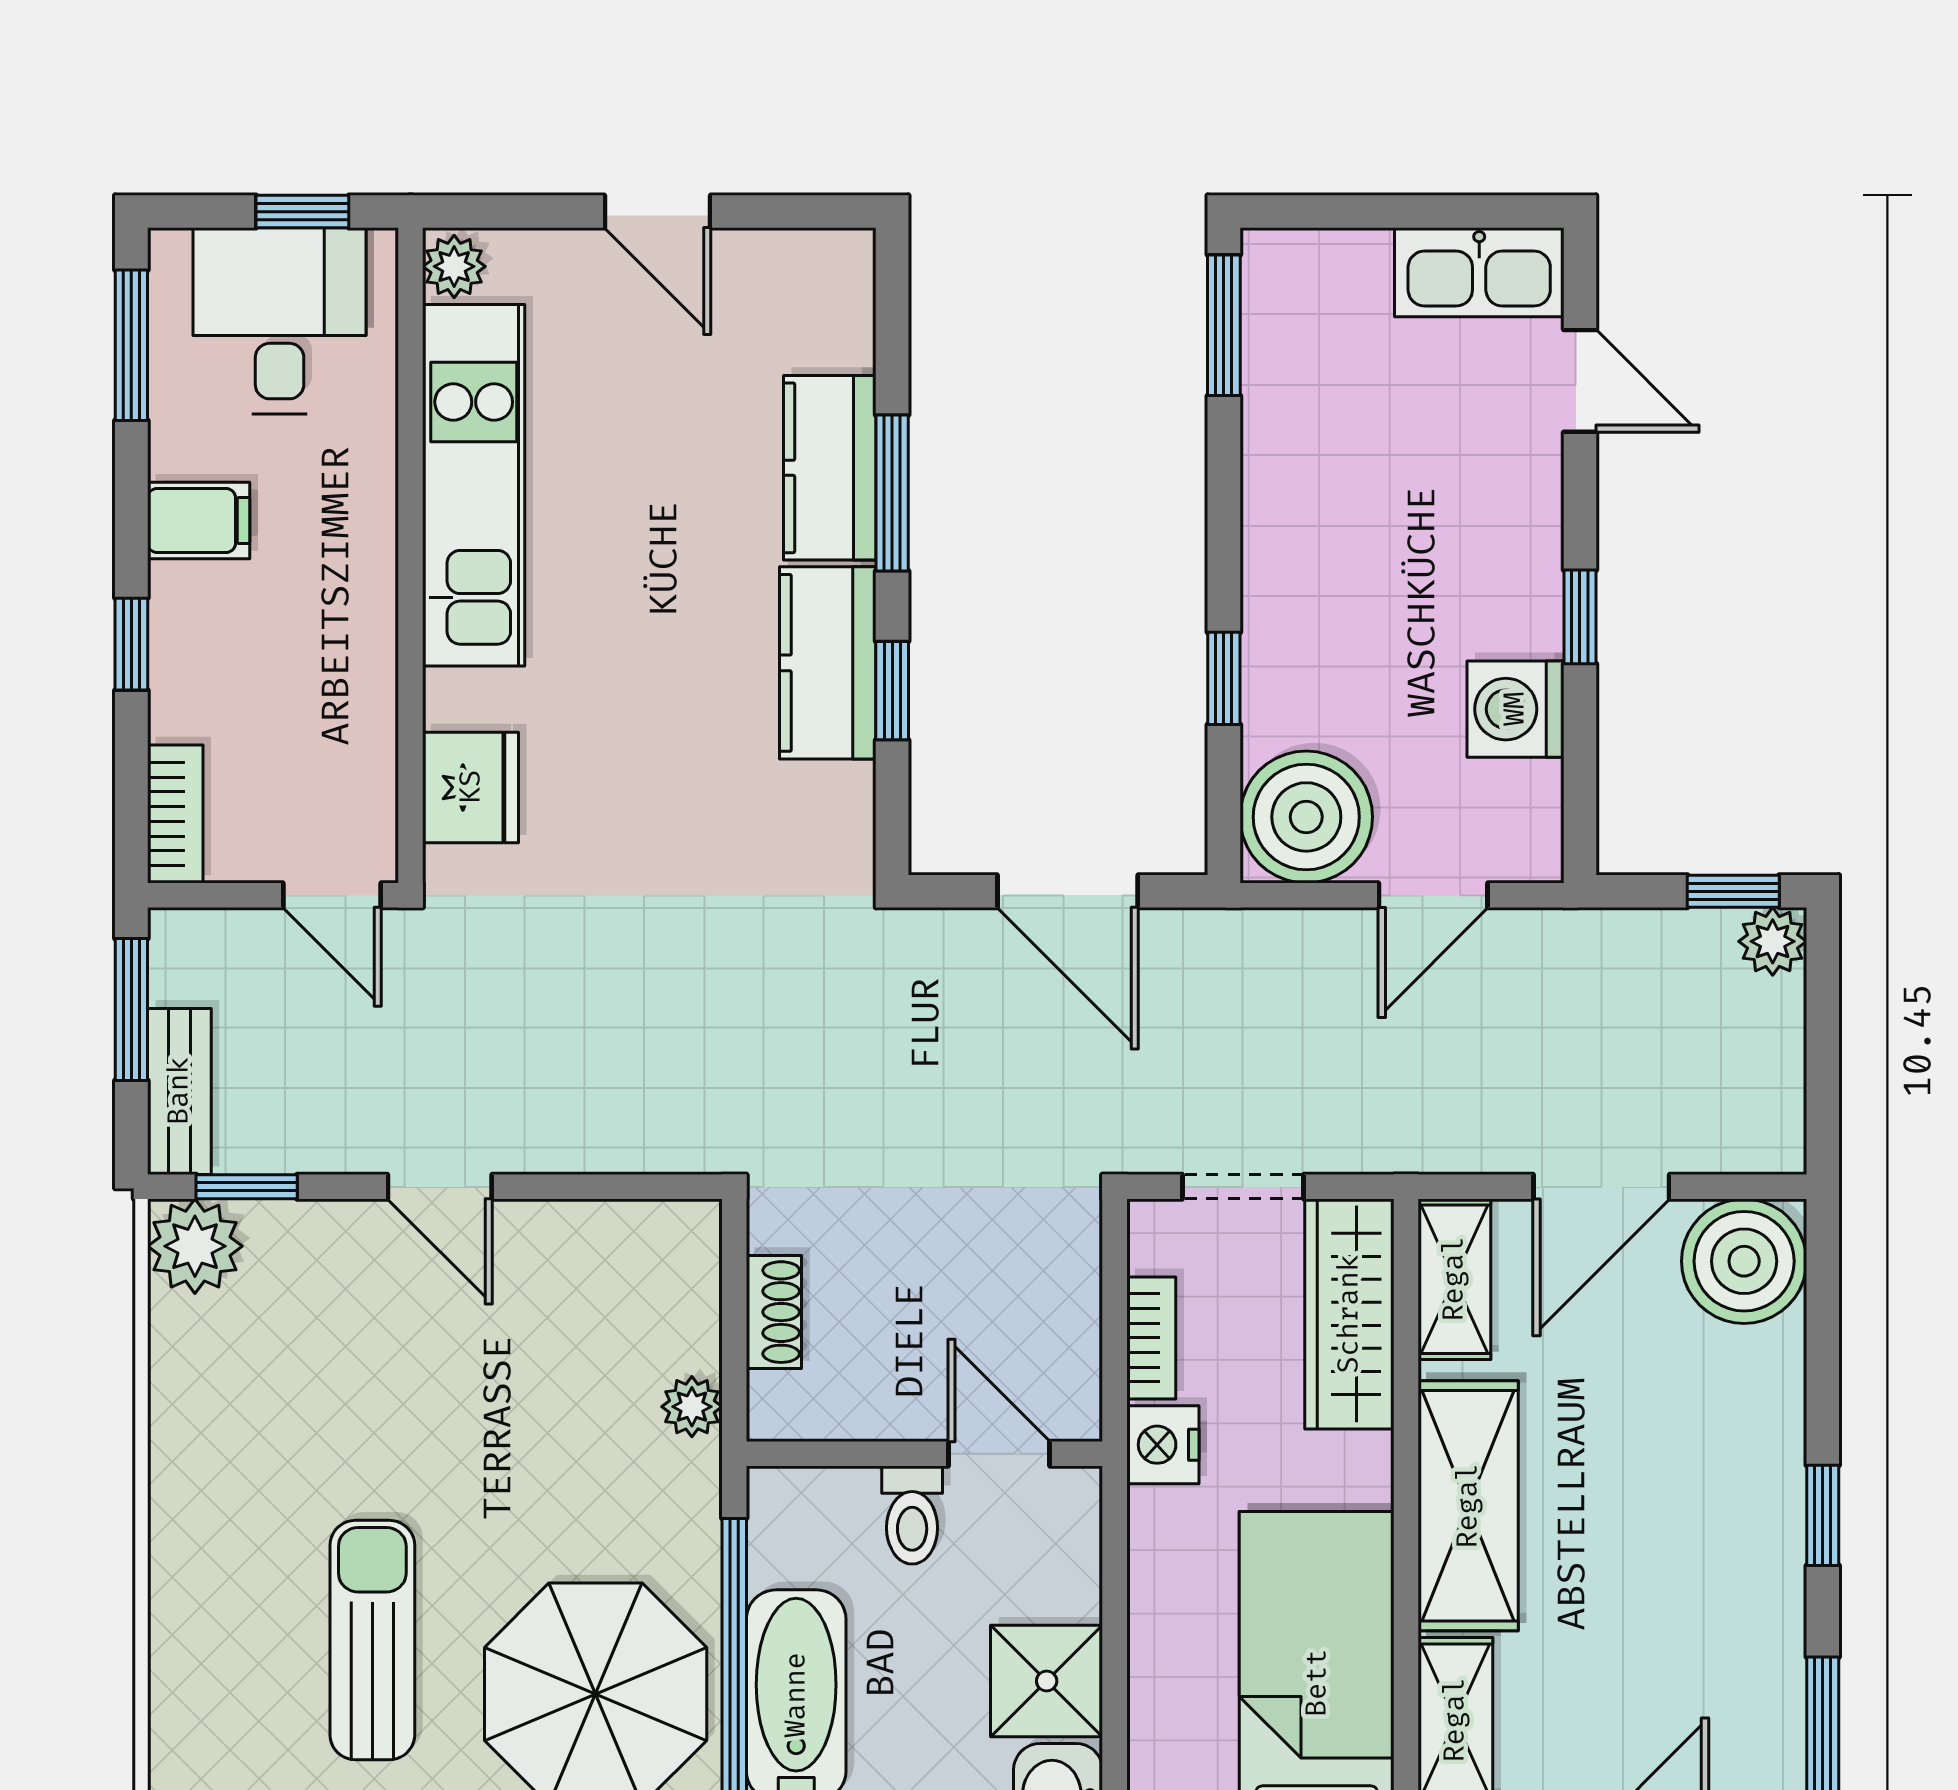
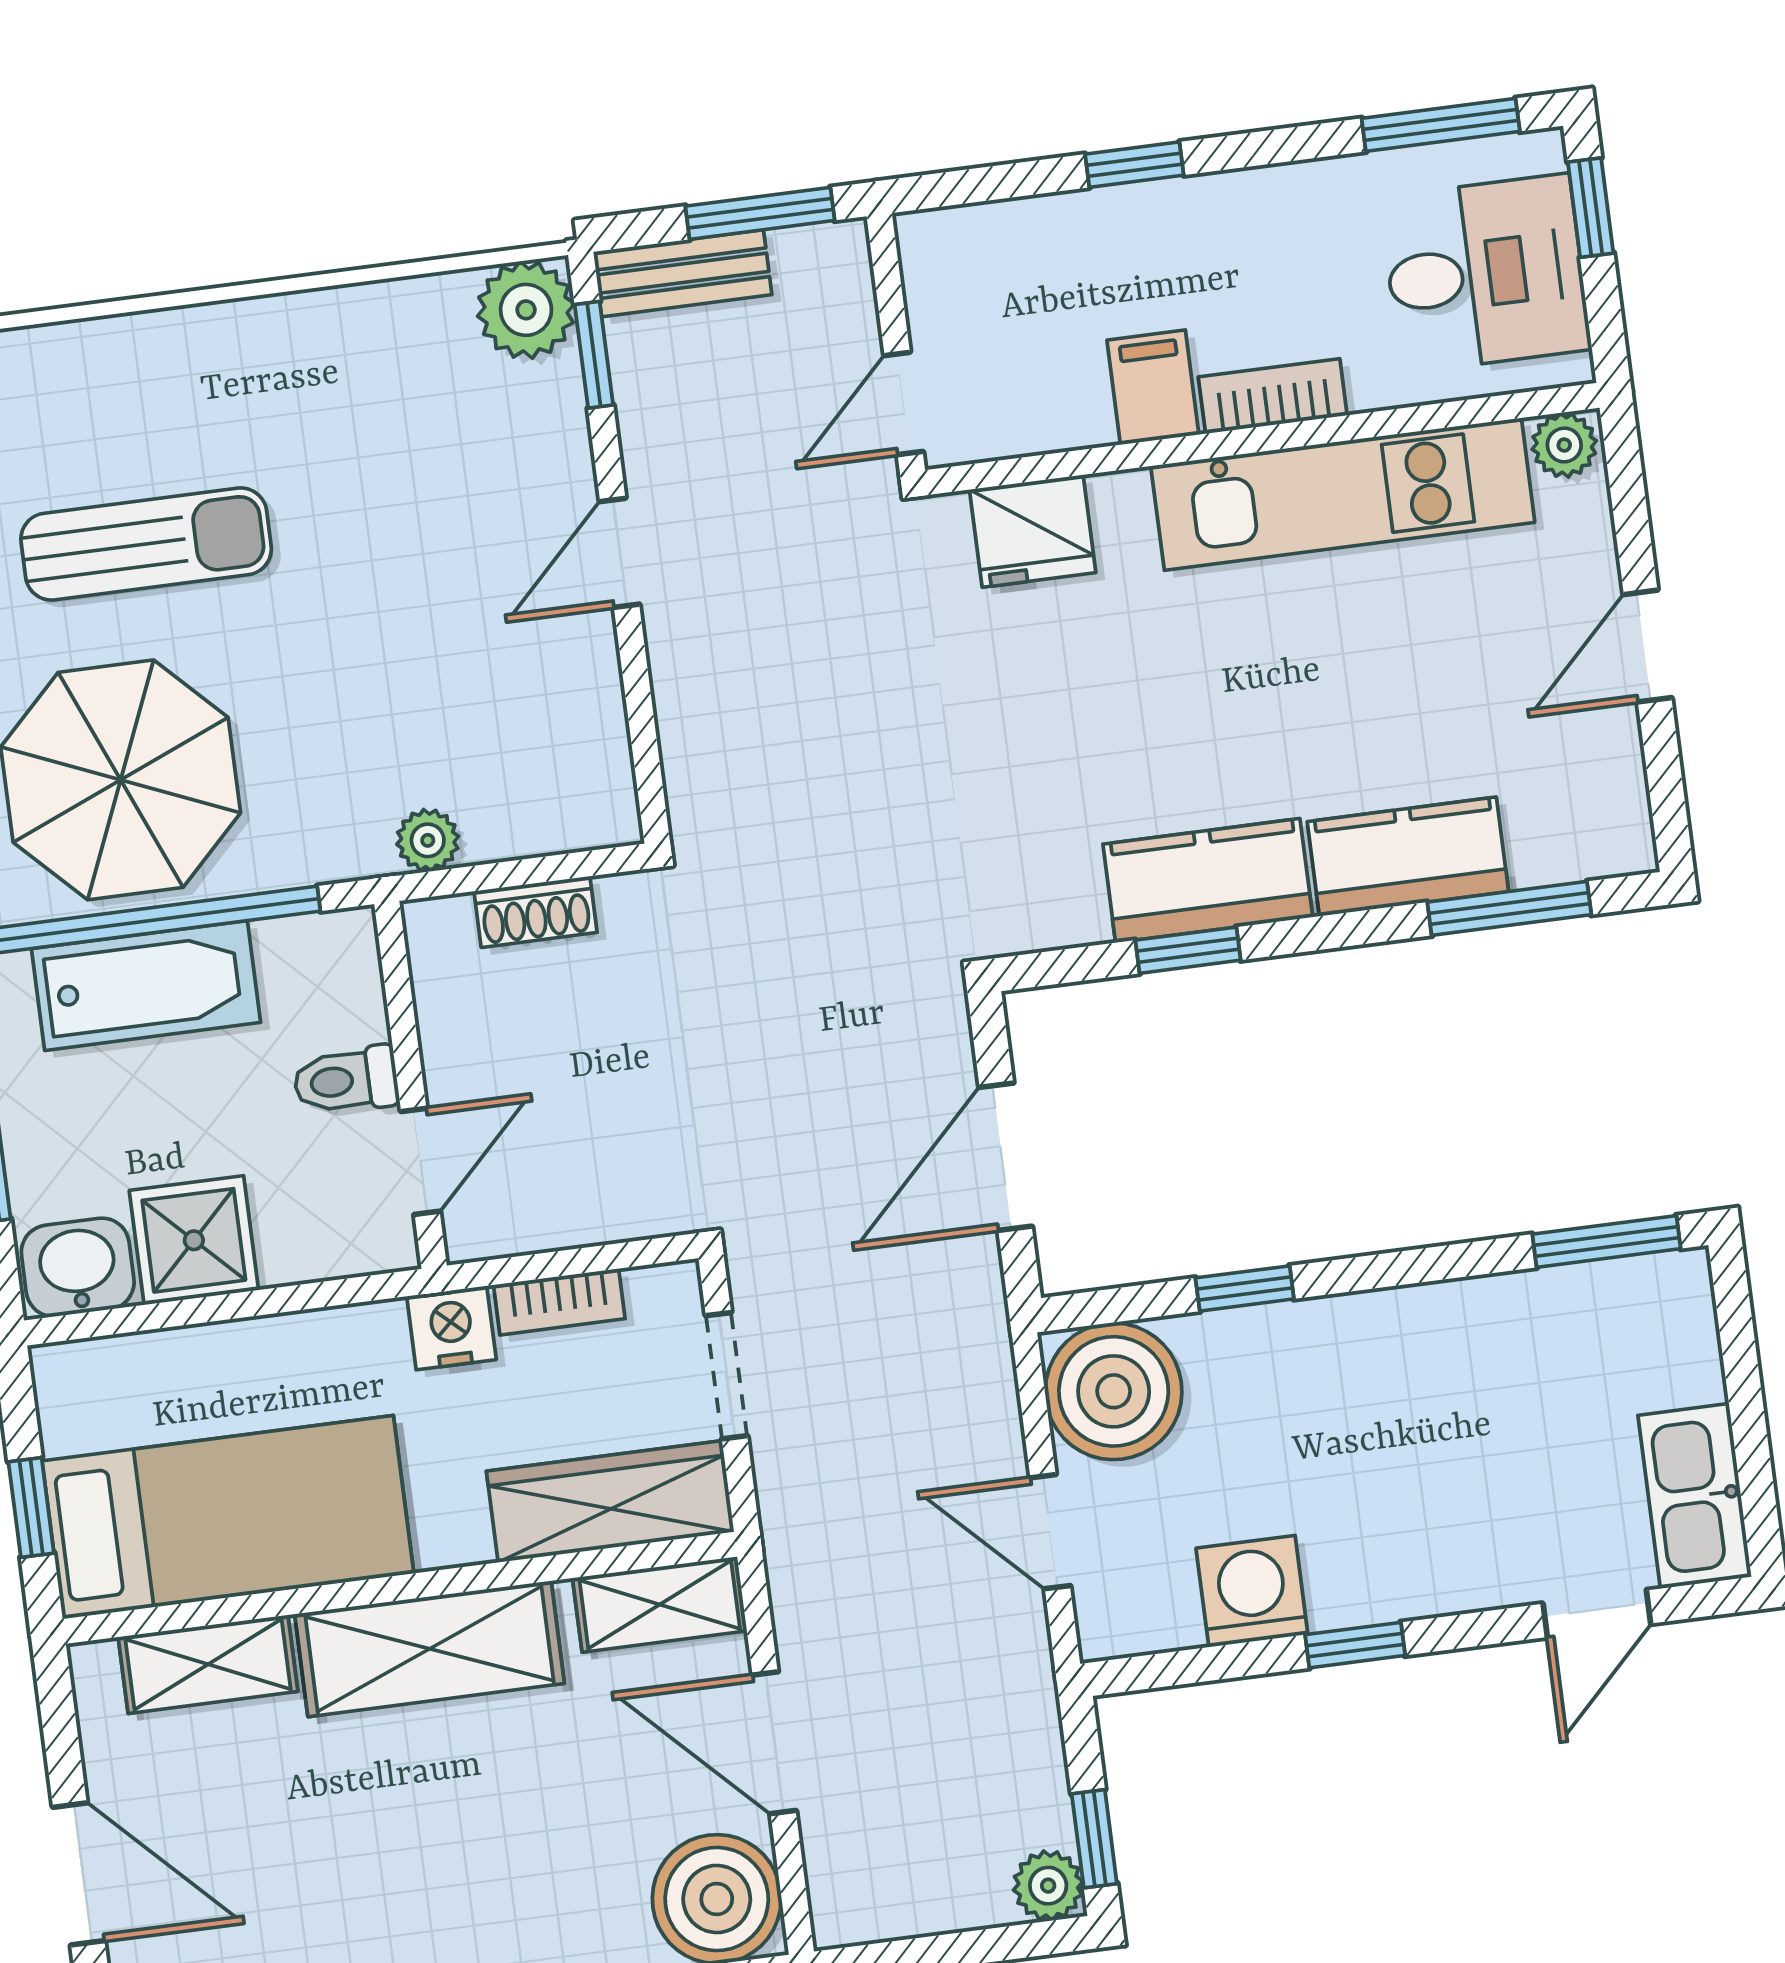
window: (302, 212) -> (1591, 208), moved
window: (892, 493) -> (1509, 908), moved
filing cabinet: (199, 521) -> (1153, 387), moved, turned 180
bookcase: (175, 814) -> (1273, 396), moved, turned 180

